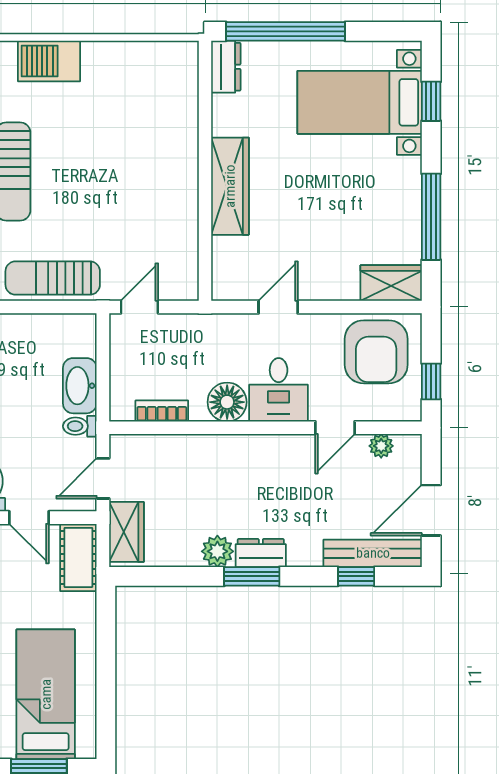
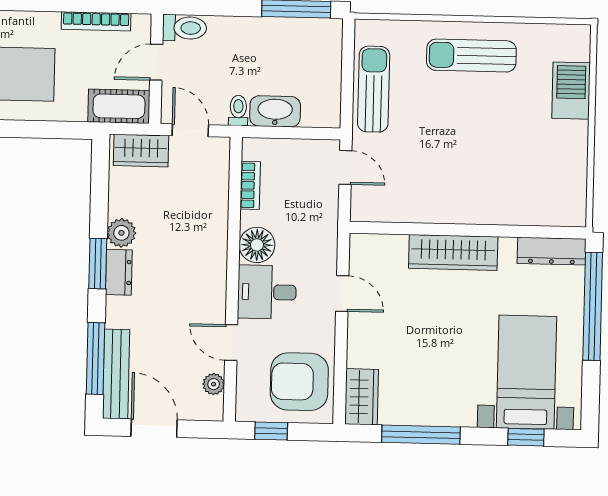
dresser: (226, 67) -> (552, 251), width x1.44
window: (356, 576) -> (95, 358), width x2.17

